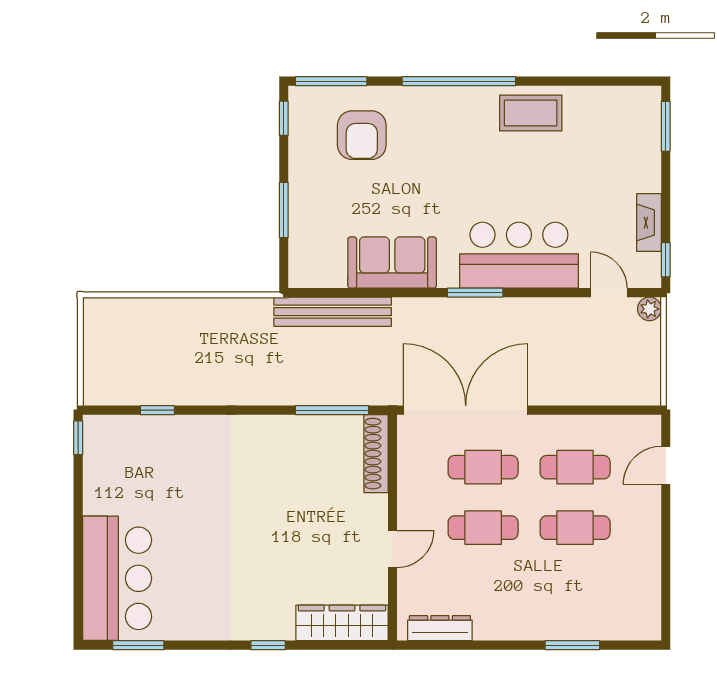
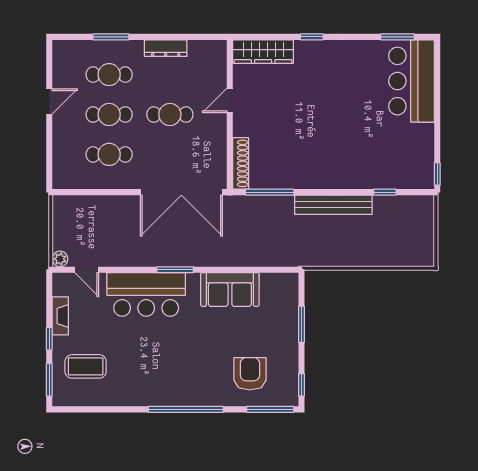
coffee table: (531, 113) -> (86, 366), moved
window: (666, 260) -> (49, 339), moved
bench: (333, 312) -> (333, 205), moved
door: (666, 465) -> (49, 101), moved
cafe table: (483, 467) -> (109, 75), moved
dresser: (440, 628) -> (166, 48), moved

